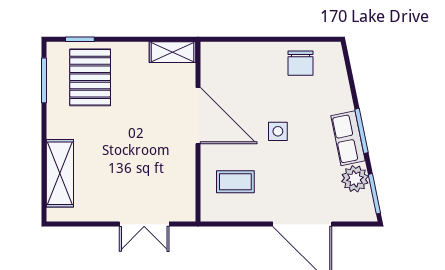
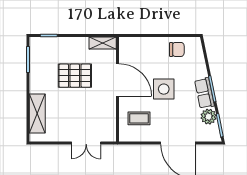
chair: (300, 63) -> (177, 49), turned -90
pallet: (90, 77) -> (75, 76), moved, turned 90
side table: (278, 131) -> (164, 89), width x1.87, depth x1.87

